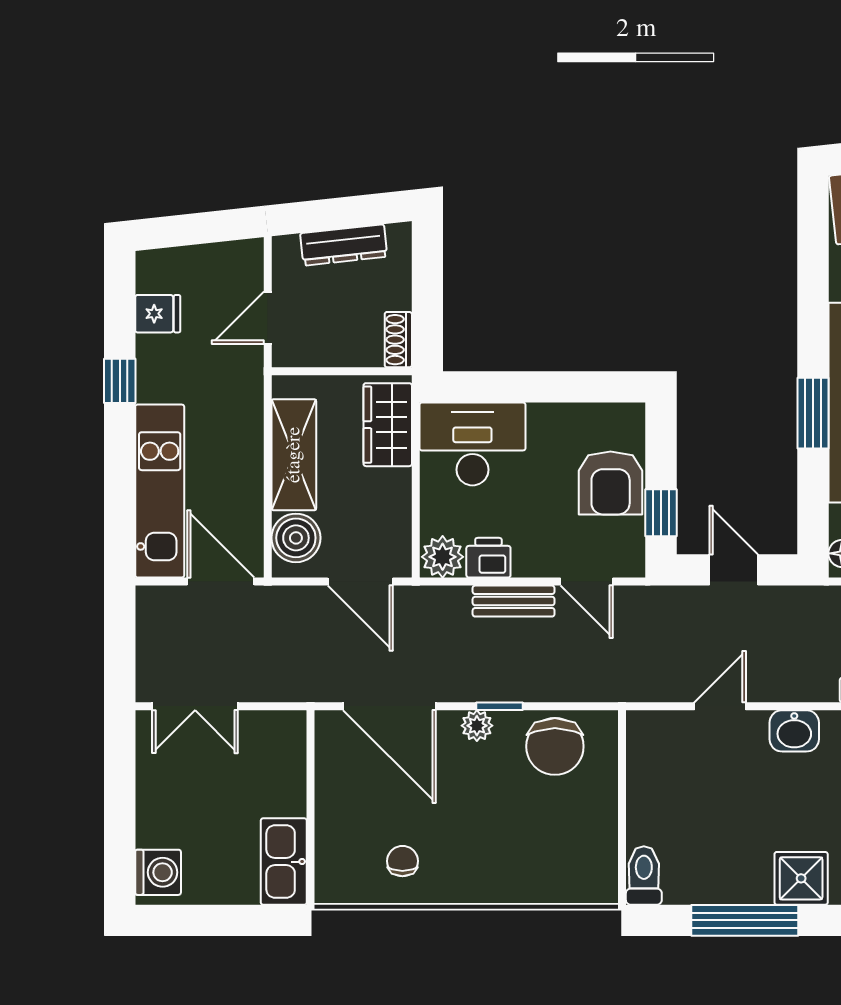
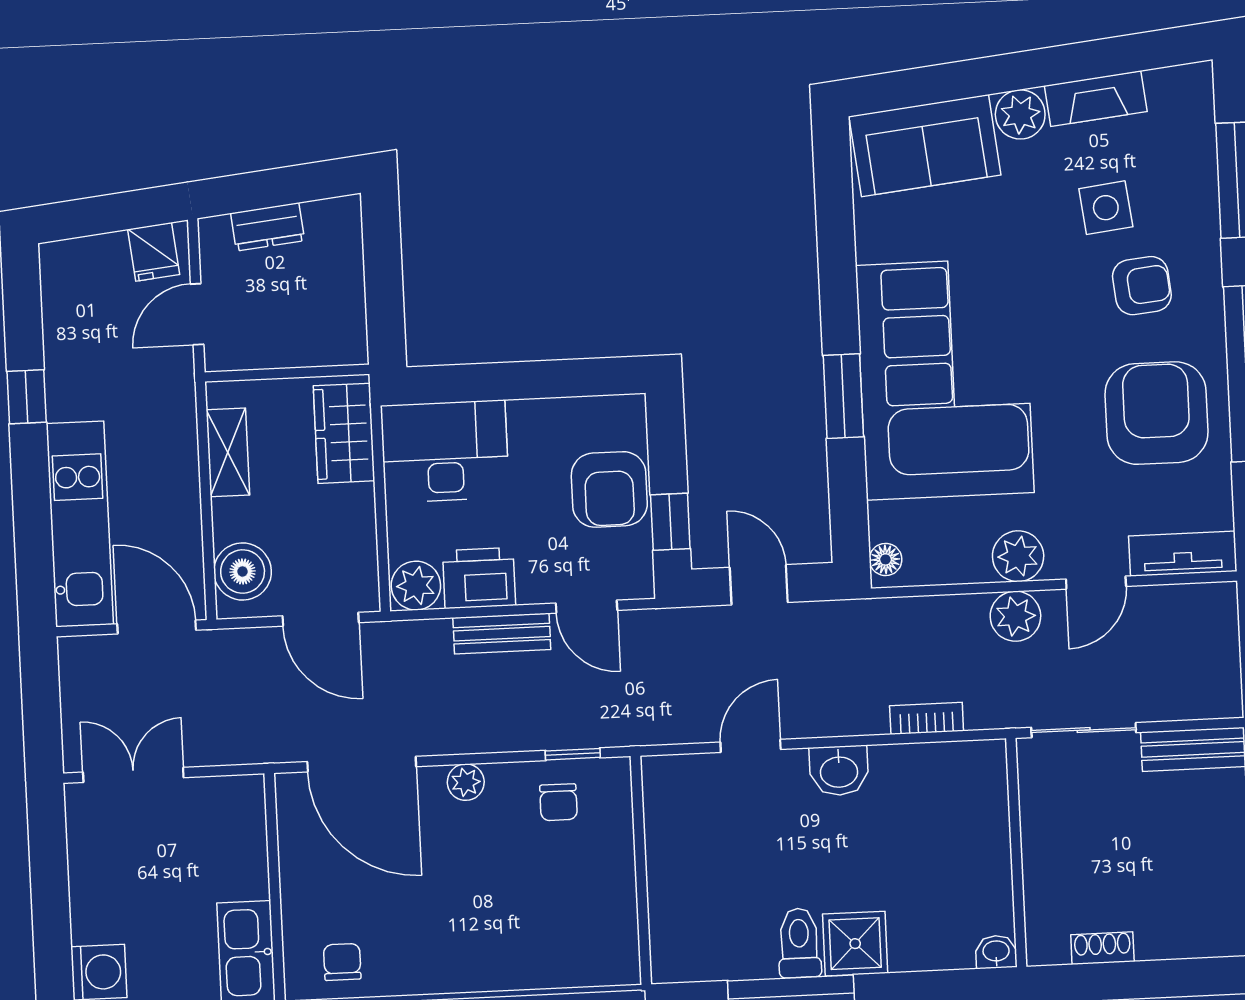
dresser: (344, 245) -> (268, 227), width x0.70
fridge: (158, 314) -> (154, 252), moved, turned 84
shoe rack: (398, 340) -> (352, 333), removed
shelving: (294, 455) -> (228, 452), width x0.67, depth x0.75
printer: (488, 558) -> (479, 578), width x1.36, depth x1.24
double door: (195, 706) -> (133, 775), swing flipped
window: (500, 706) -> (573, 754), moved
chair: (555, 746) -> (558, 802), width x0.54, depth x0.54
chair: (402, 861) -> (342, 962), moved
toilet: (644, 875) -> (799, 943), moved

